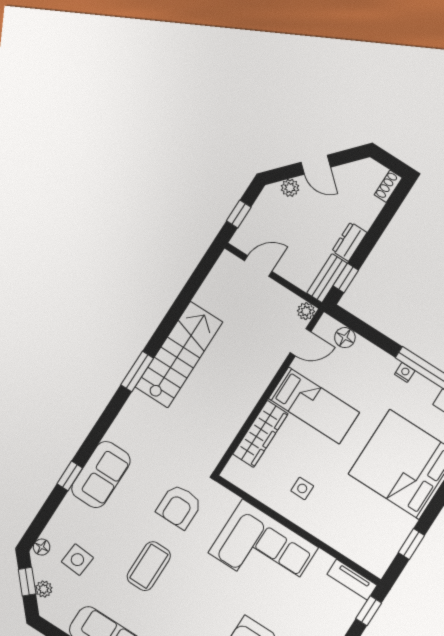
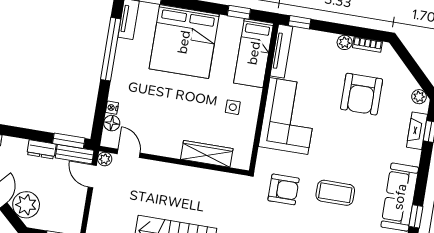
plant: (290, 188) -> (26, 205), width x1.88, depth x1.88
door: (258, 266) -> (92, 176), moved
window: (346, 278) -> (69, 141), width x1.50
nightstand: (405, 372) -> (112, 108), moved
bed: (314, 405) -> (254, 53), moved, turned 180
tv unit: (352, 580) -> (281, 51), width x1.41

